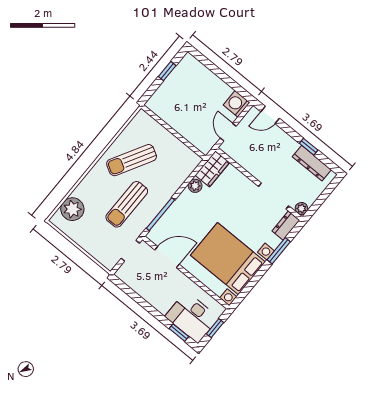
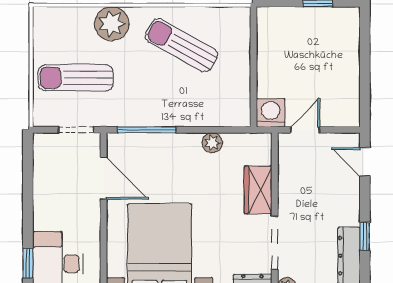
washing machine: (237, 104) -> (271, 113), moved
wardrobe: (212, 169) -> (258, 190), moved, turned 90
sun lounger: (127, 204) -> (76, 78), moved
plant: (72, 209) -> (112, 24), moved

